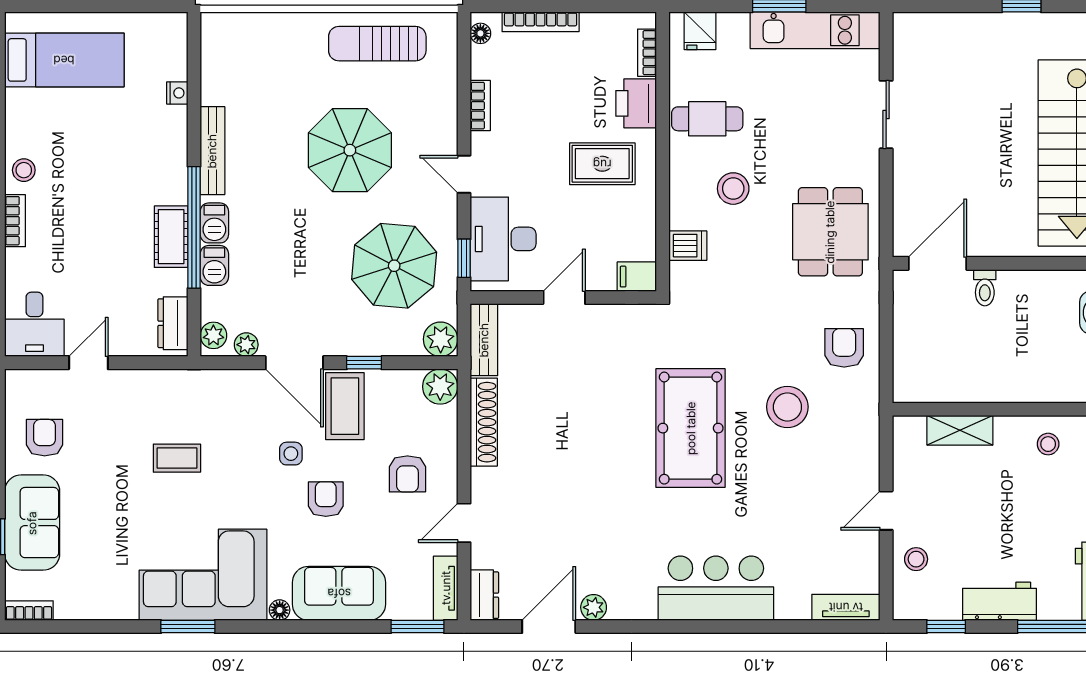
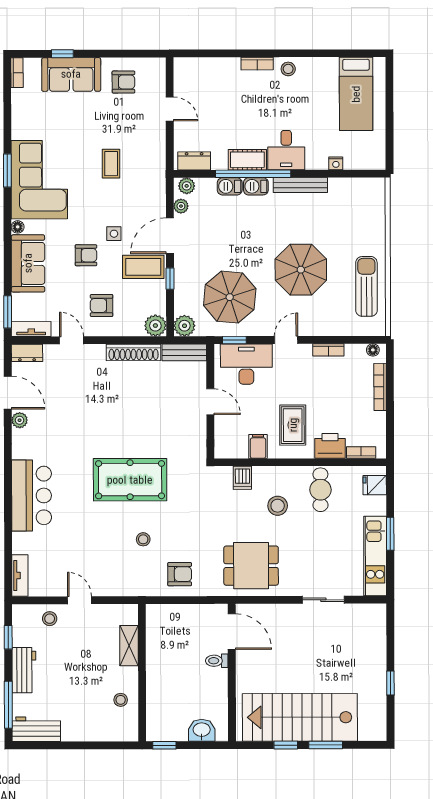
filing cabinet: (637, 277) -> (258, 446), moved
desk: (34, 324) -> (286, 150), moved, turned -90
stool: (787, 407) -> (143, 539), width x0.53, depth x0.53

